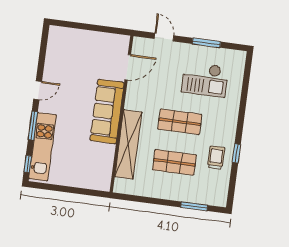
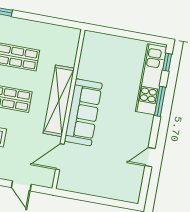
door: (38, 90) -> (150, 157), moved
shelving: (128, 144) -> (59, 101), moved

